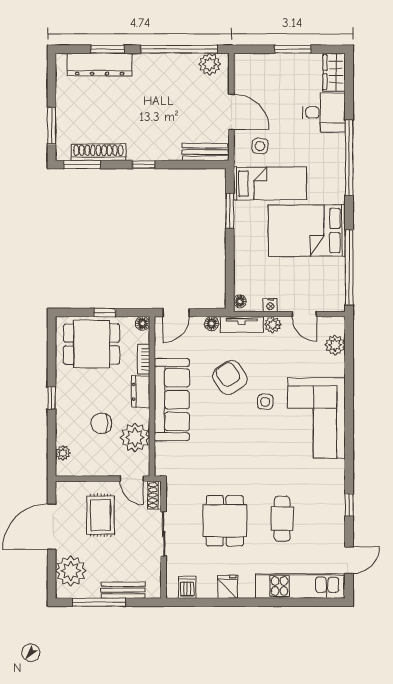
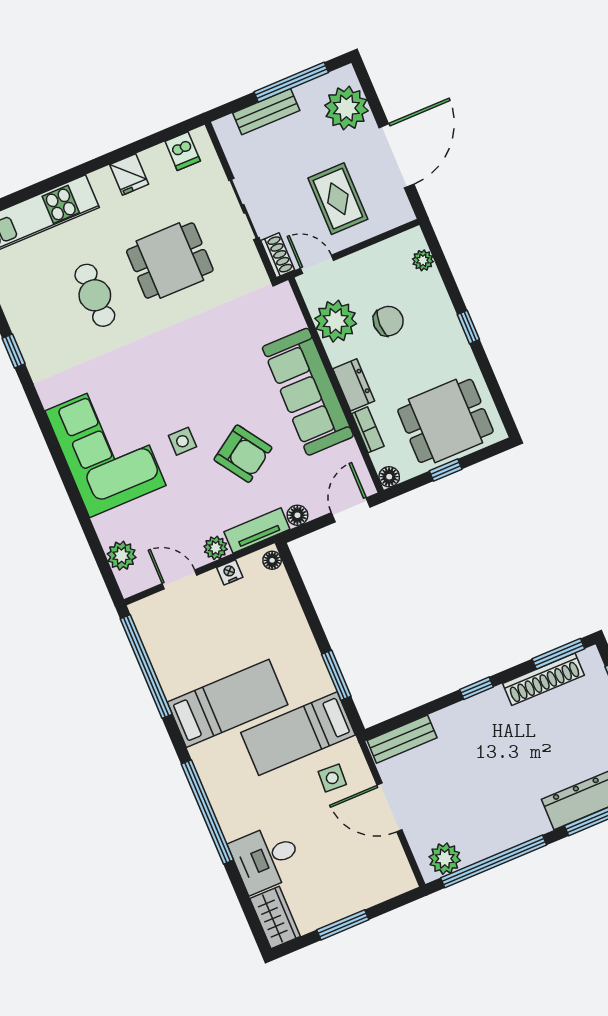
bed: (307, 231) -> (228, 703), width x0.67
dining table: (225, 521) -> (170, 261), turned 90

